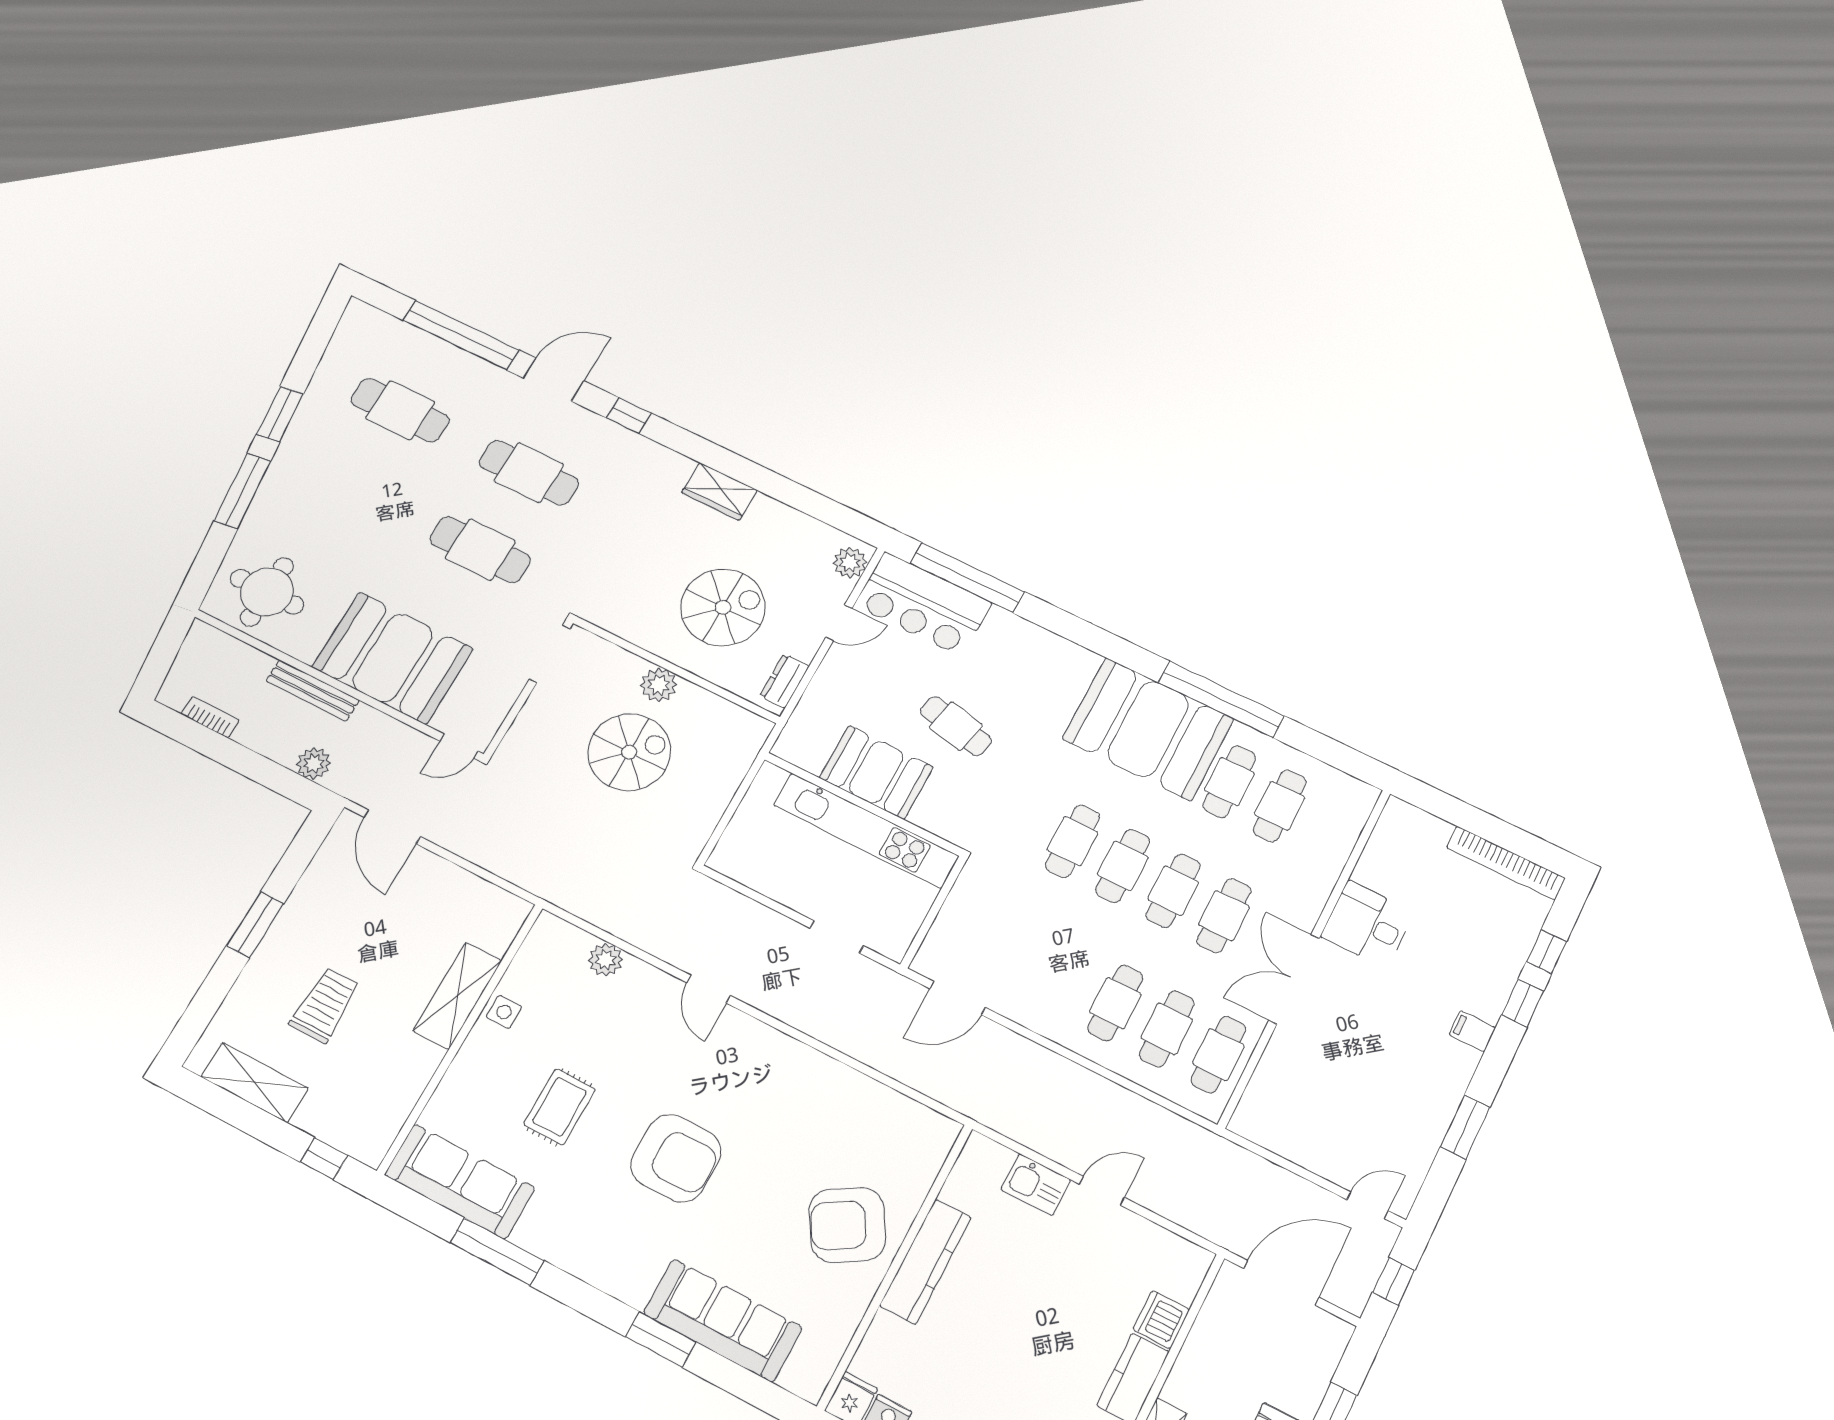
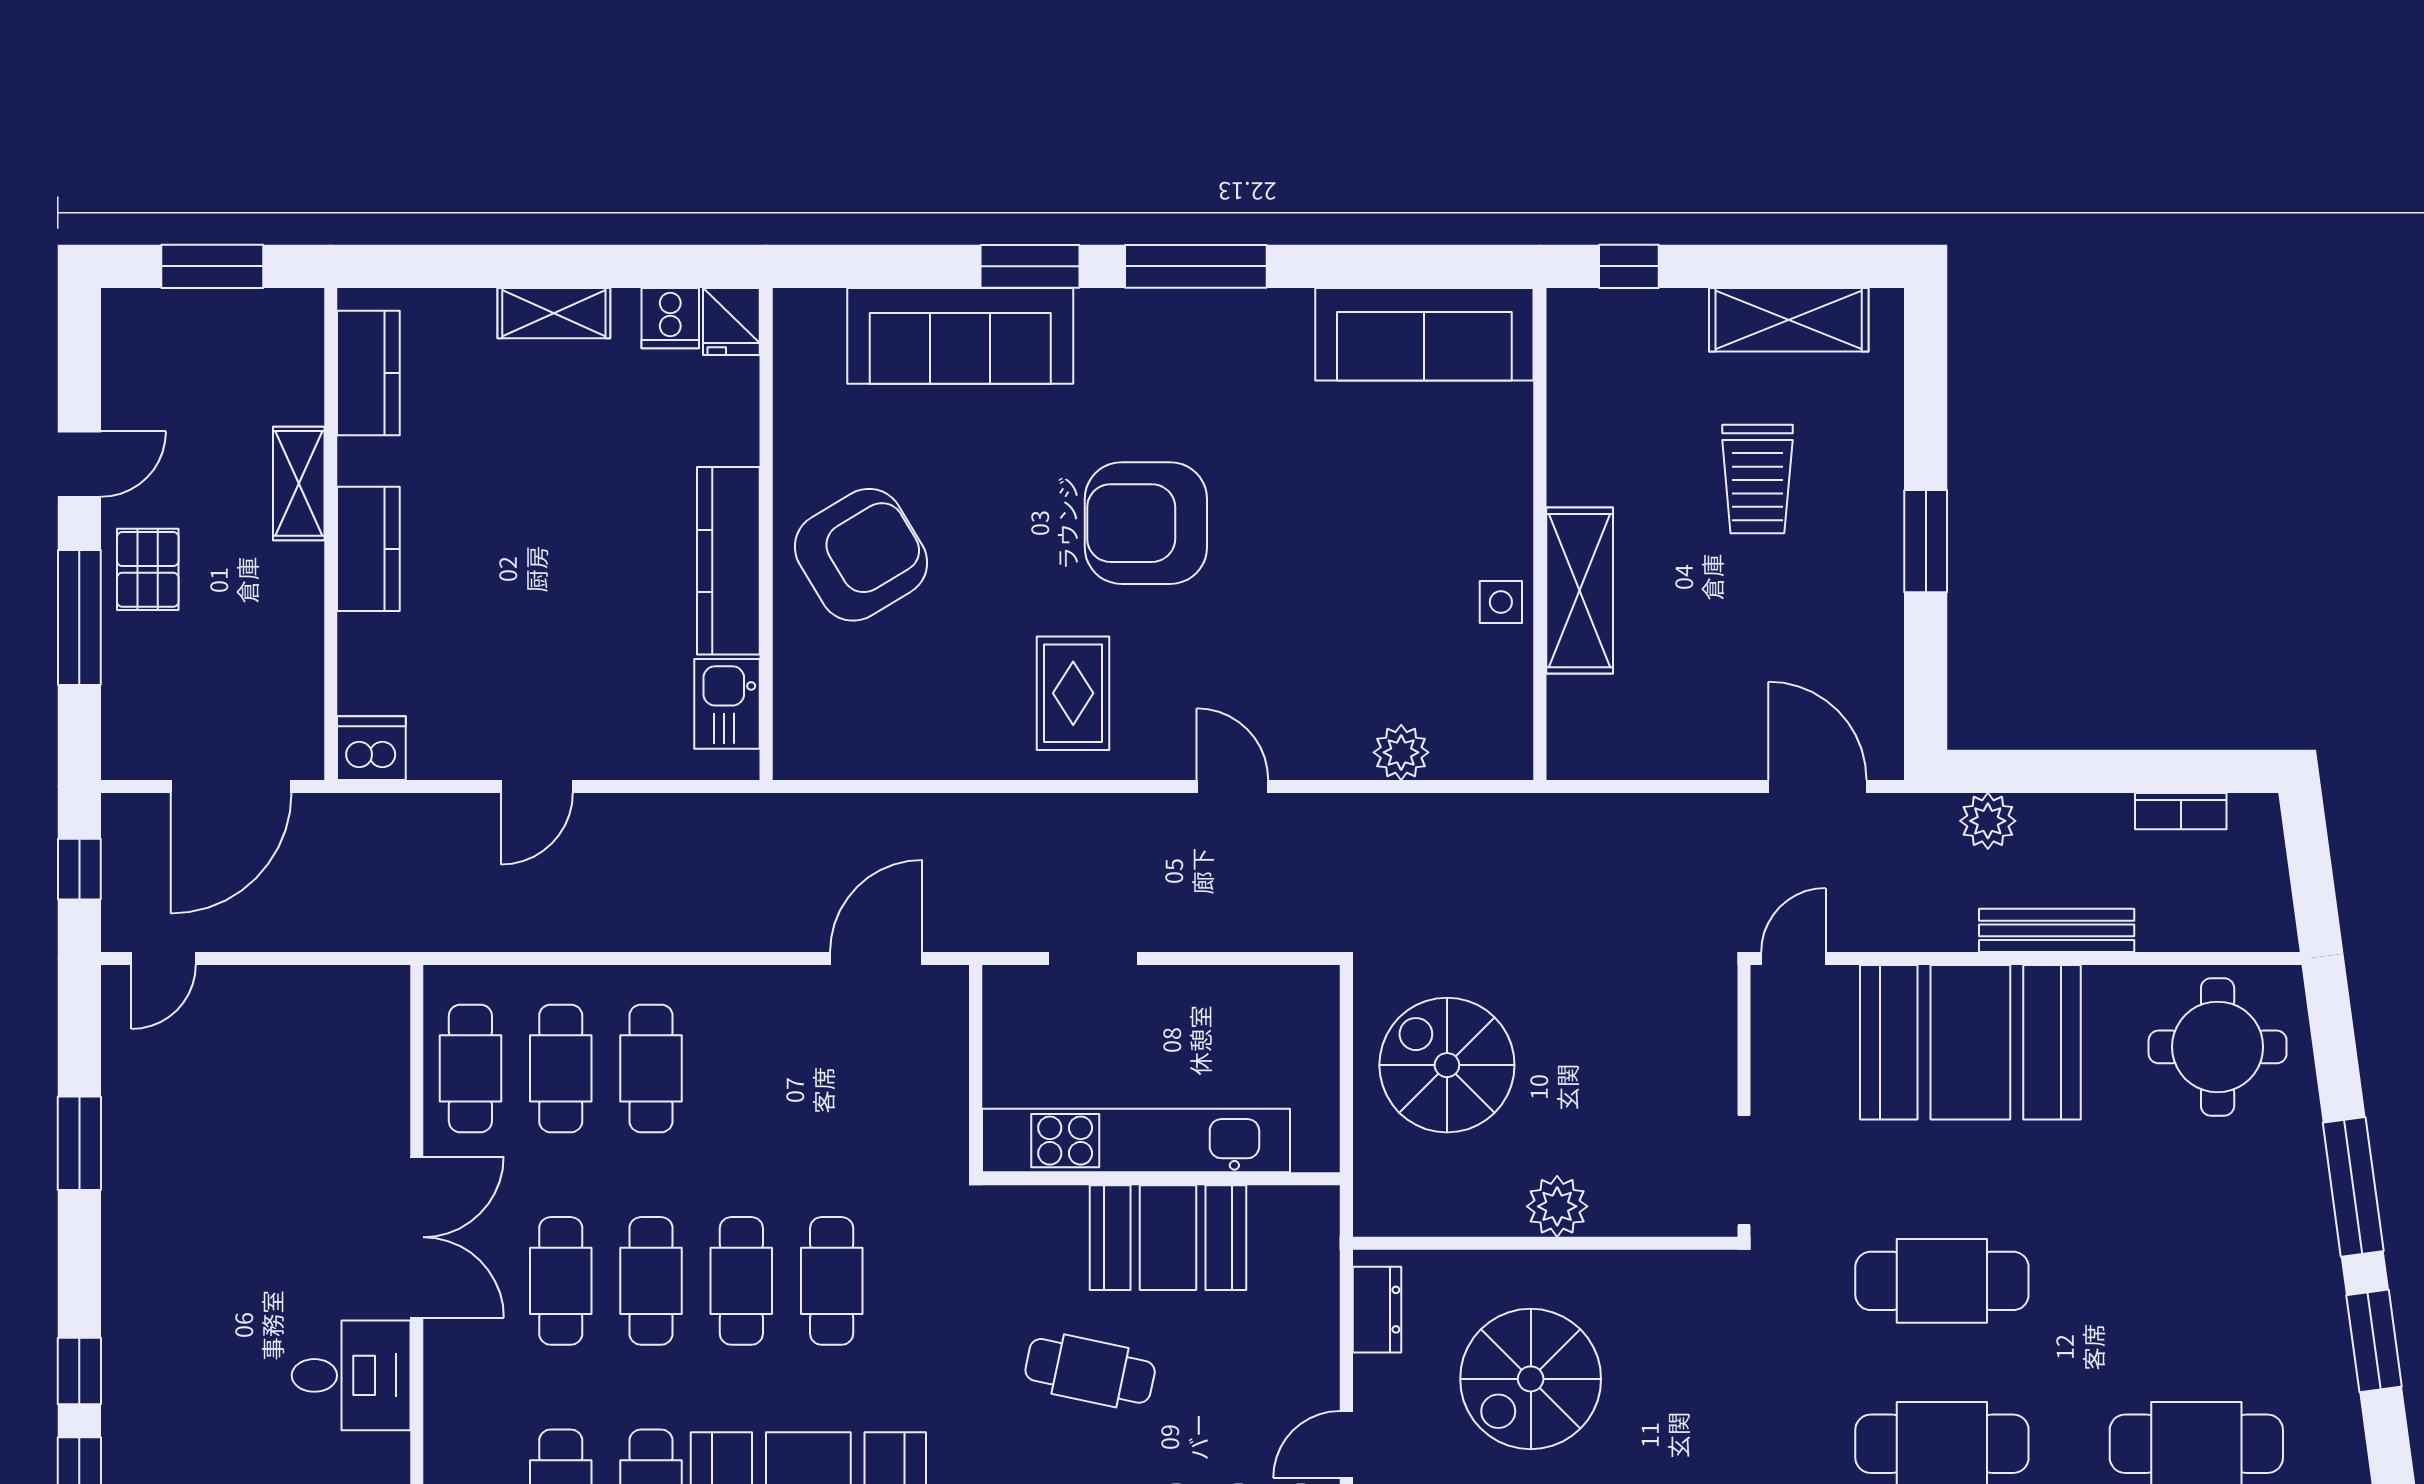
spiral stairs: (629, 752) -> (1447, 1065), moved, turned 90
filing cabinet: (1472, 1031) -> (131, 1291), removed
rug: (559, 1107) -> (1073, 693), moved
kitchen sink: (1036, 1185) -> (727, 704), moved, turned -90
window: (497, 1252) -> (1196, 266), moved
dishwasher: (1161, 1320) -> (371, 748), moved, turned -90

